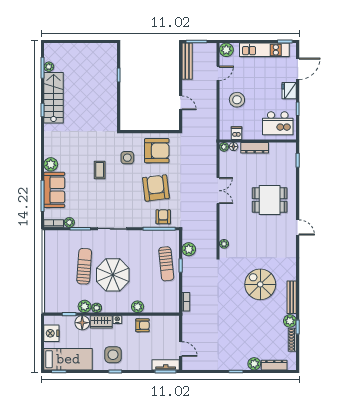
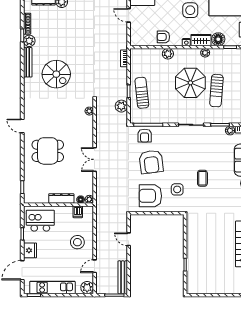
plant: (85, 306) -> (216, 54), removed

